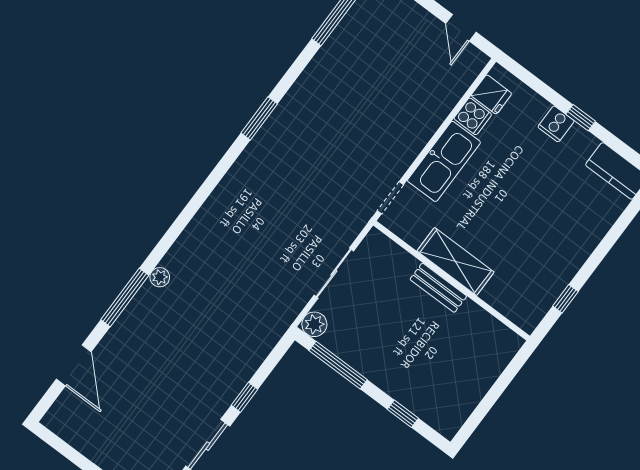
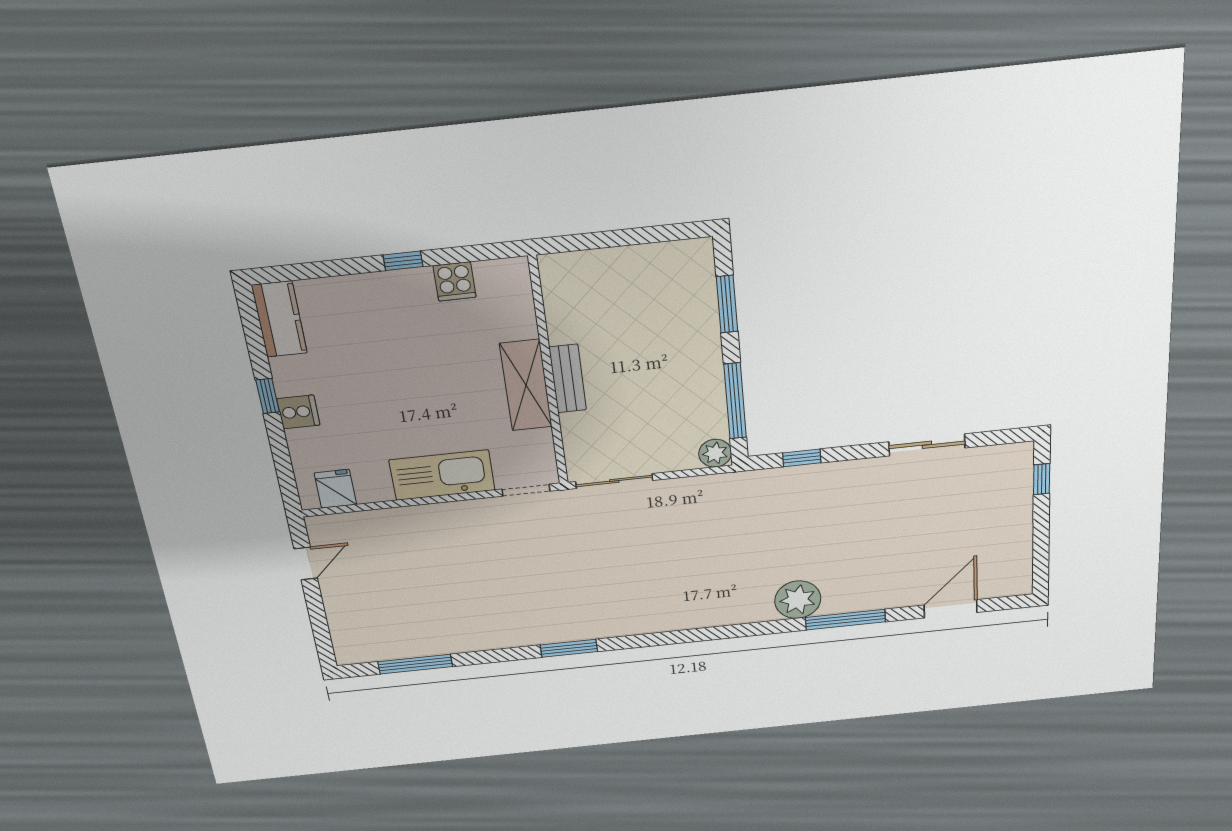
cooker: (473, 116) -> (455, 281), moved, turned 180
sliding door: (334, 273) -> (614, 481), moved
plant: (160, 277) -> (798, 600), width x1.87, depth x1.87
window: (565, 299) -> (403, 261), moved
window: (244, 397) -> (802, 458), moved
window: (403, 414) -> (727, 304), width x1.50

